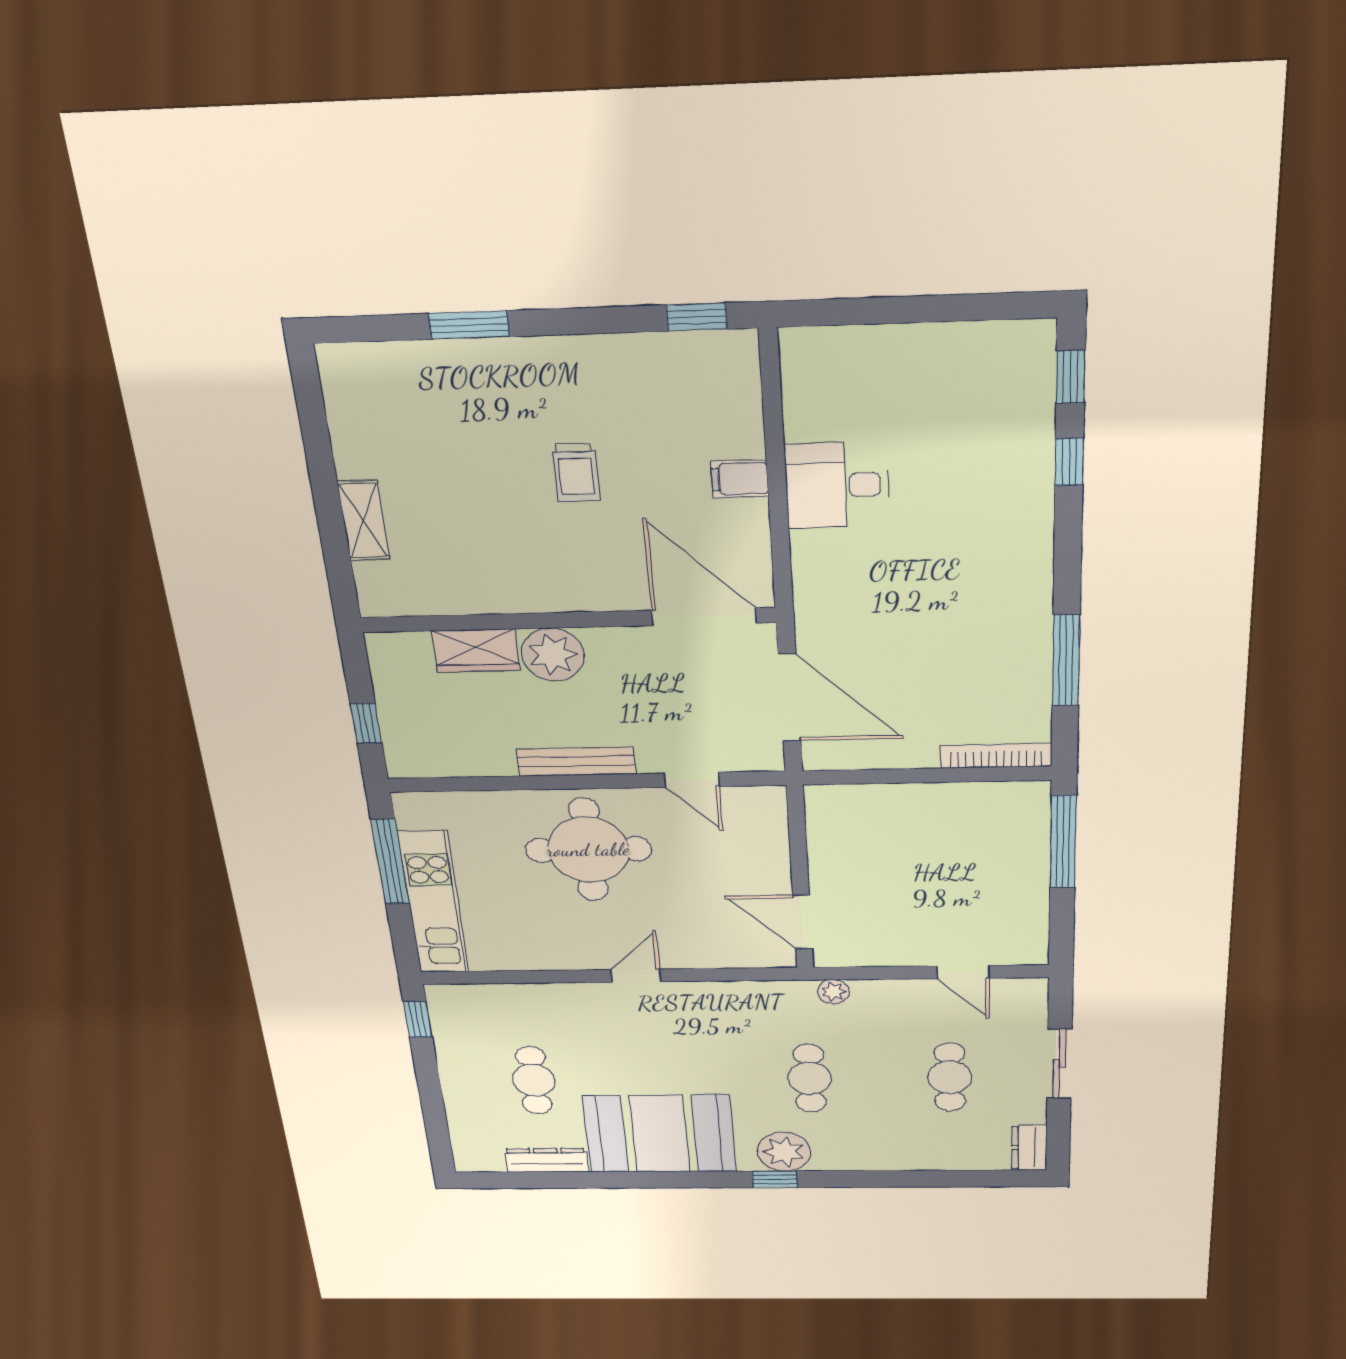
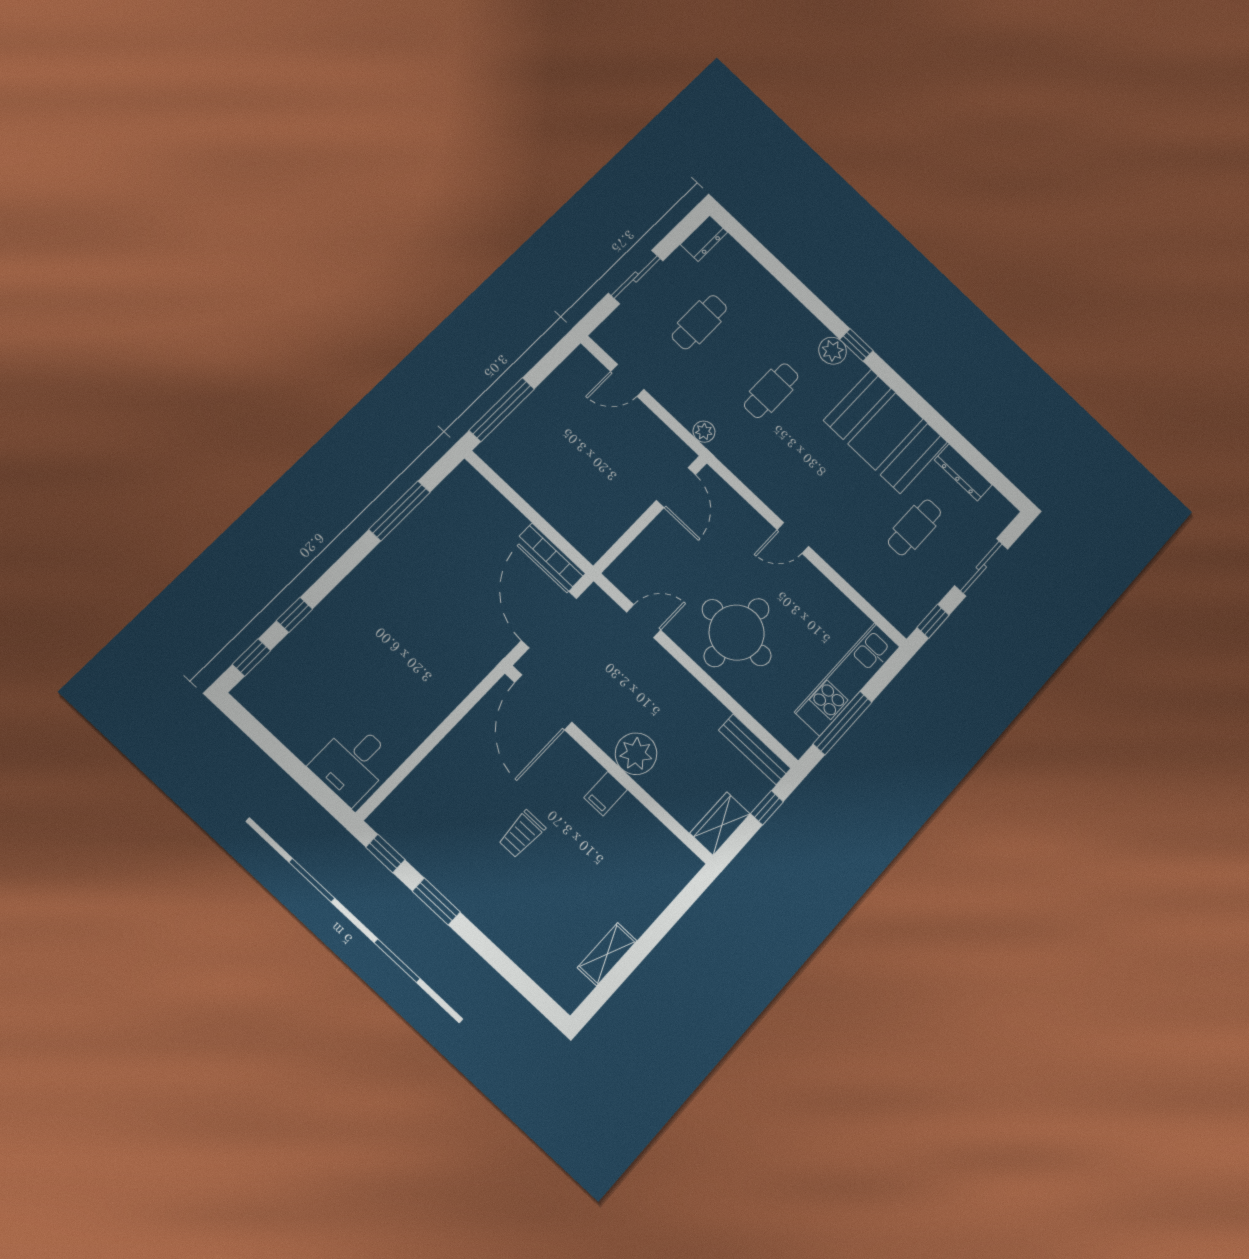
window: (469, 325) -> (436, 902), moved
trolley: (576, 472) -> (522, 834), turned 180
filing cabinet: (740, 479) -> (606, 794), moved, turned 90
desk: (837, 485) -> (353, 763), moved, turned 90
shelving: (363, 521) -> (607, 954), moved
wardrobe: (476, 650) -> (720, 824), moved, turned -90
bookcase: (996, 756) -> (552, 555), moved
bench: (576, 761) -> (755, 749), moved
door: (692, 780) -> (644, 621), hinge flipped
door: (963, 972) -> (627, 380), swing flipped
sliding door: (432, 1100) -> (981, 567), added
plant: (784, 1152) -> (833, 351), width x0.73, depth x0.73

